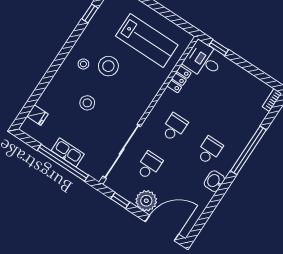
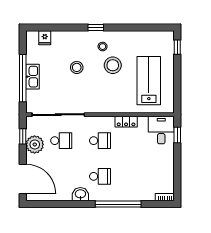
window: (90, 13) -> (96, 28), moved
lab bench: (147, 40) -> (149, 81), turned 180
locker: (179, 79) -> (126, 122), moved
plant: (146, 201) -> (35, 144), moved

